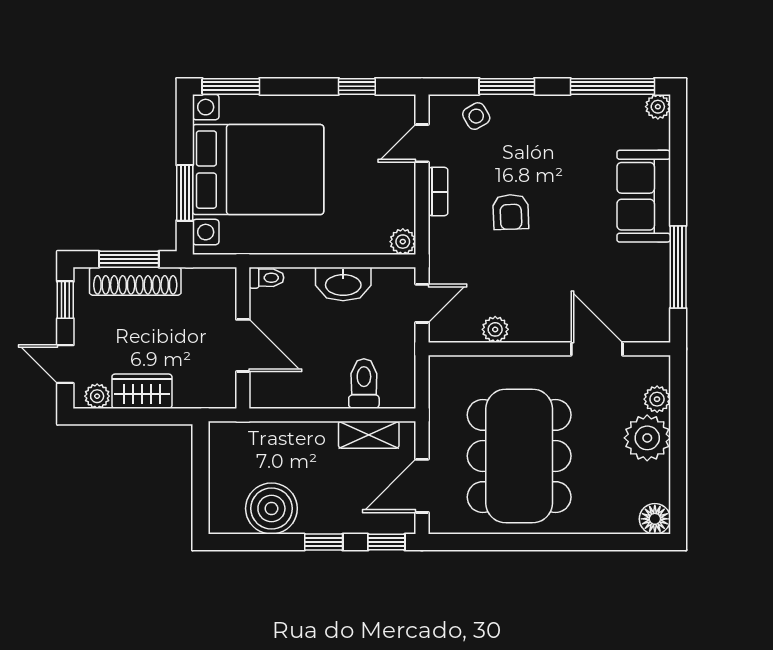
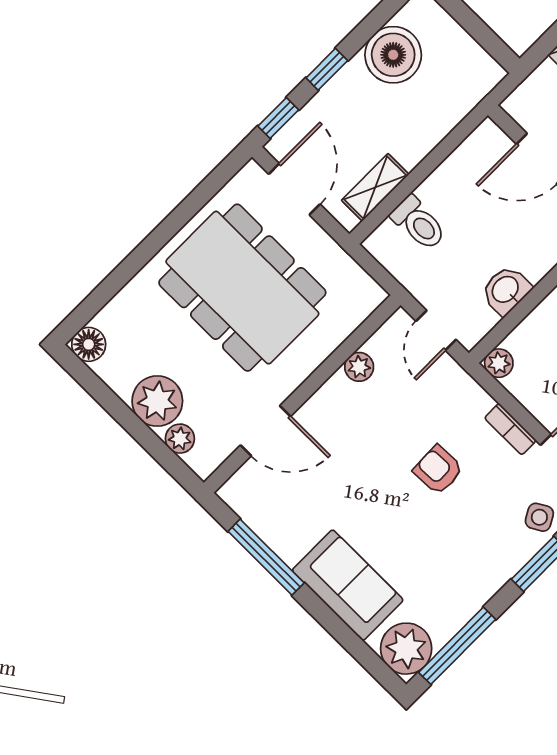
plant: (658, 107) -> (406, 649), width x1.88, depth x1.88
washbasin: (343, 284) -> (506, 290), width x0.72

